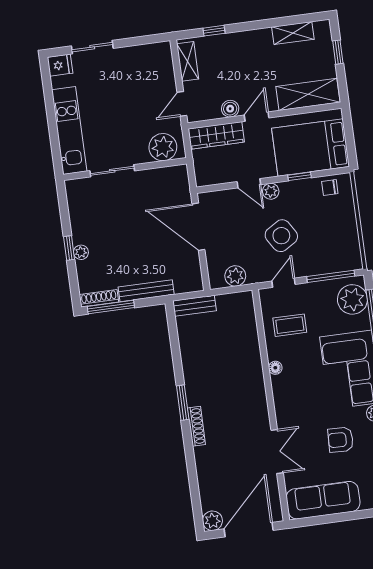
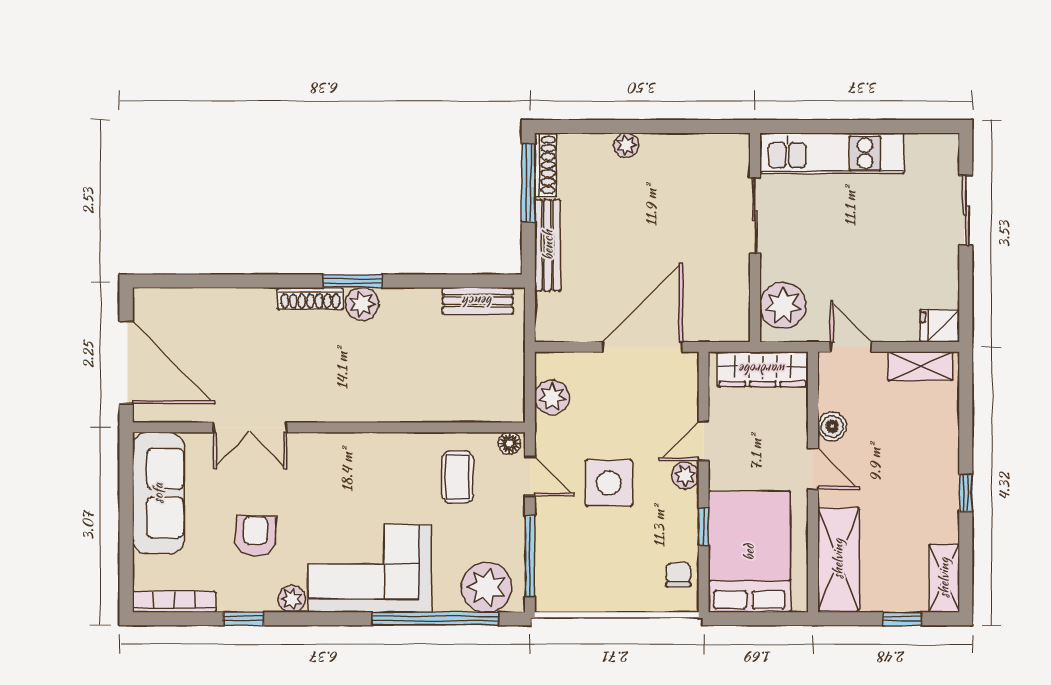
window: (214, 31) -> (966, 493), moved
shelving: (293, 33) -> (944, 578), moved
fridge: (60, 65) -> (940, 326), moved, turned 90
wardrobe: (216, 135) -> (763, 369), moved, turned -90
side table: (281, 236) -> (609, 483), turned 32
window: (69, 248) -> (636, 127), removed
bench: (195, 306) -> (478, 301), moved, turned 90
floor lamp: (275, 368) -> (509, 443), moved
plant: (212, 521) -> (362, 304), moved

